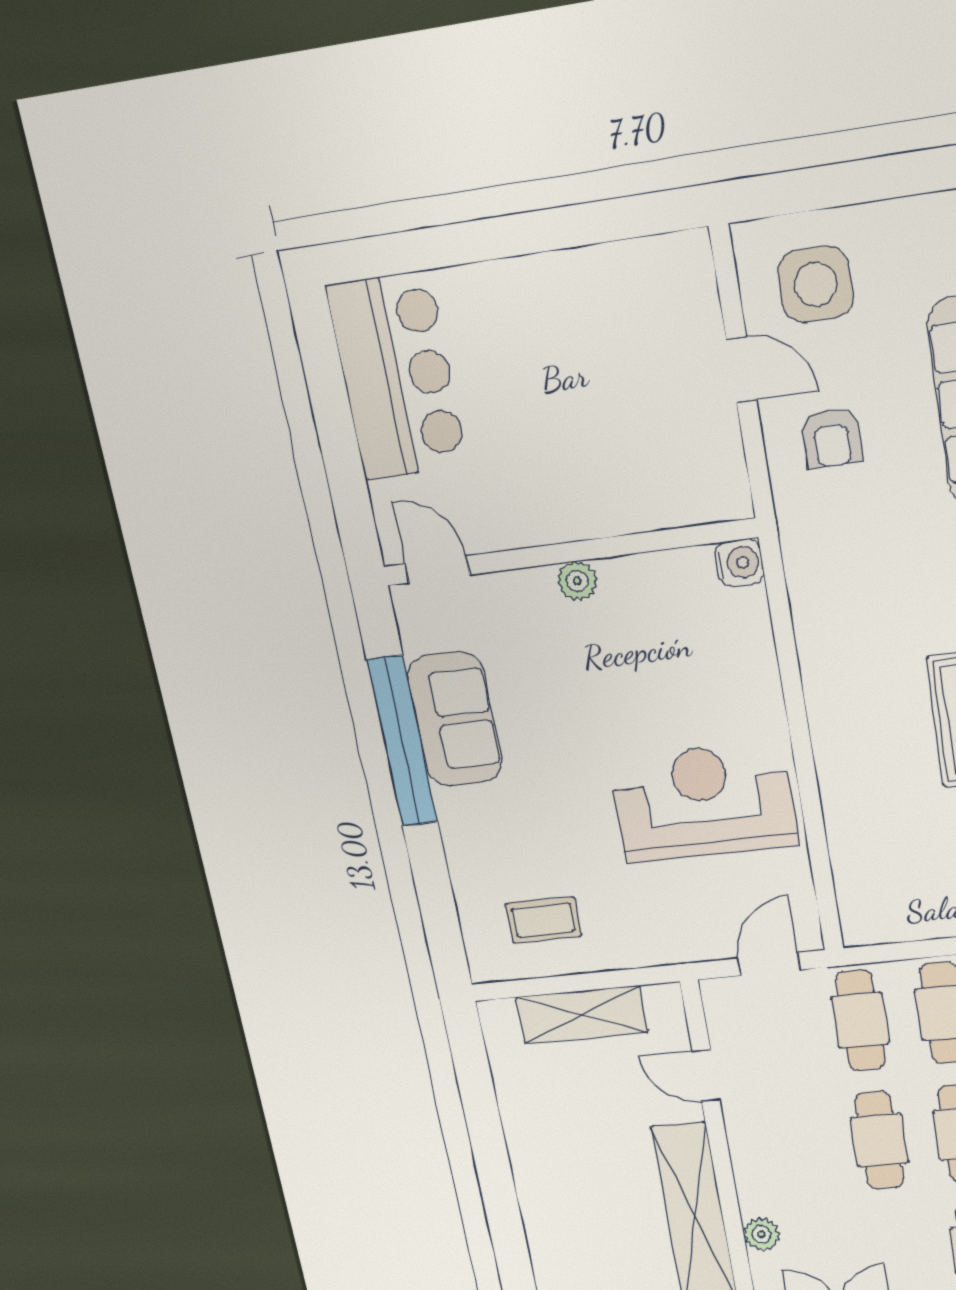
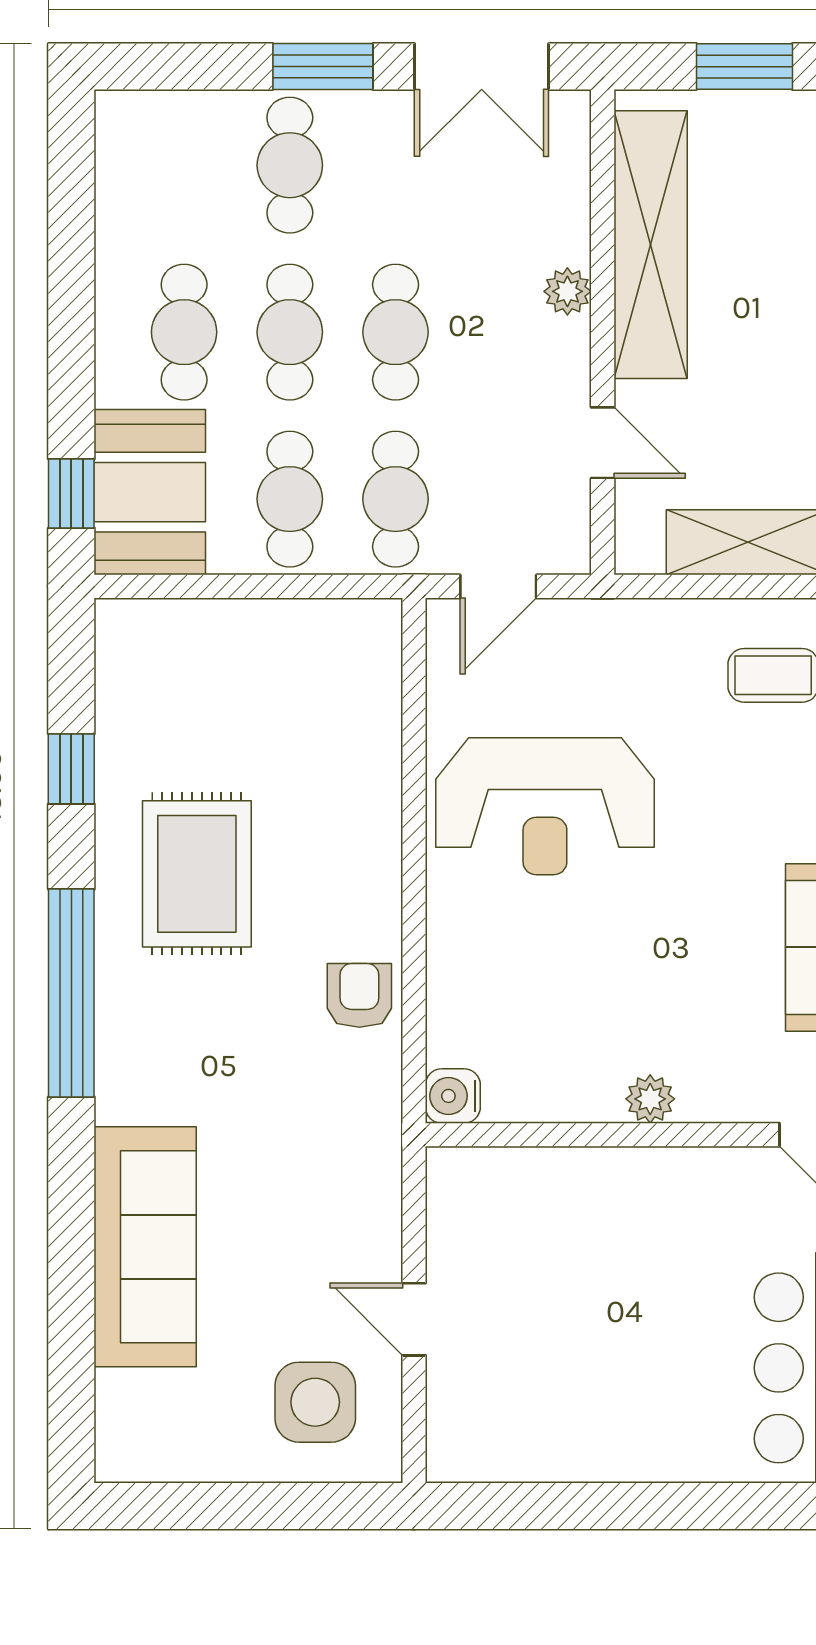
armchair: (832, 438) -> (359, 995), moved
plant: (761, 1234) -> (567, 291), moved

